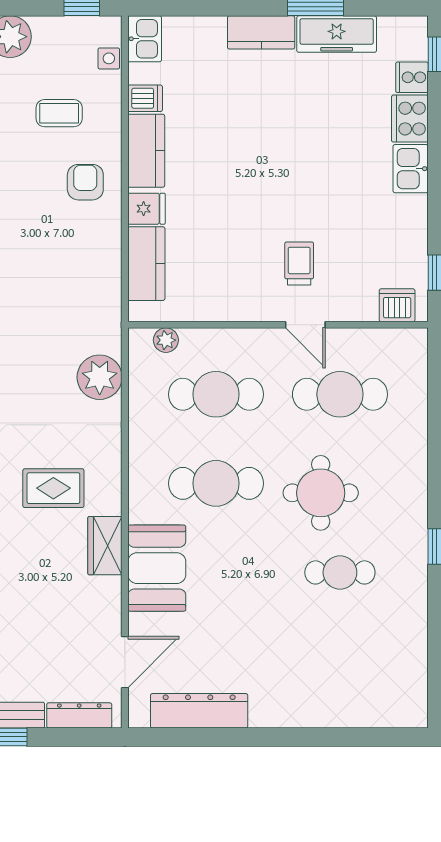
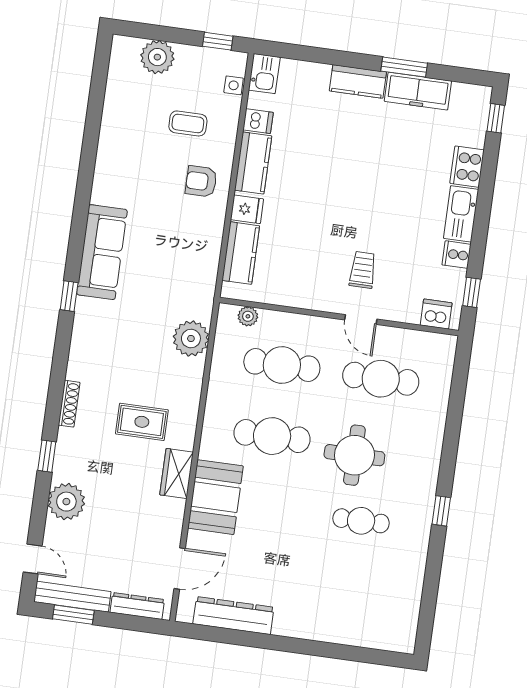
cooker: (412, 77) -> (456, 255), moved
kitchen sink: (411, 169) -> (461, 214), width x1.38
armchair: (85, 182) -> (201, 181), turned -90

